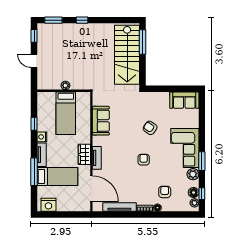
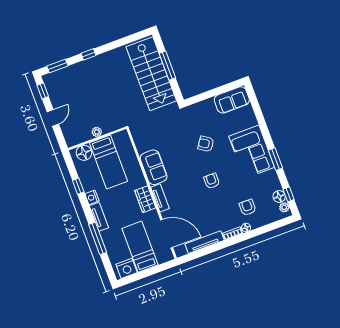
window: (142, 42) -> (167, 66), moved
door: (34, 61) -> (53, 118), swing flipped
floor lamp: (49, 98) -> (84, 153), added
sofa: (101, 121) -> (154, 167), moved
plant: (193, 174) -> (271, 177), removed
bed: (57, 176) -> (140, 247), moved, turned -90

